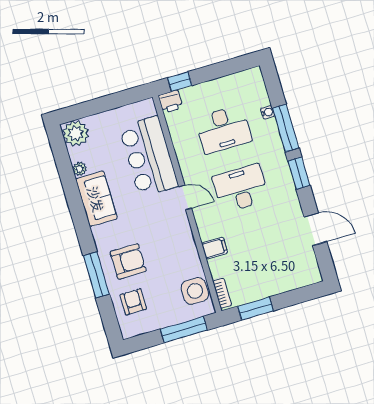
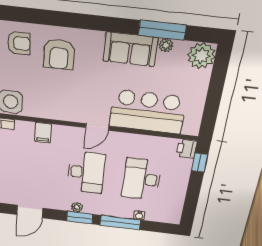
plant: (287, 181) -> (77, 207), added
window: (96, 275) -> (162, 30), moved

